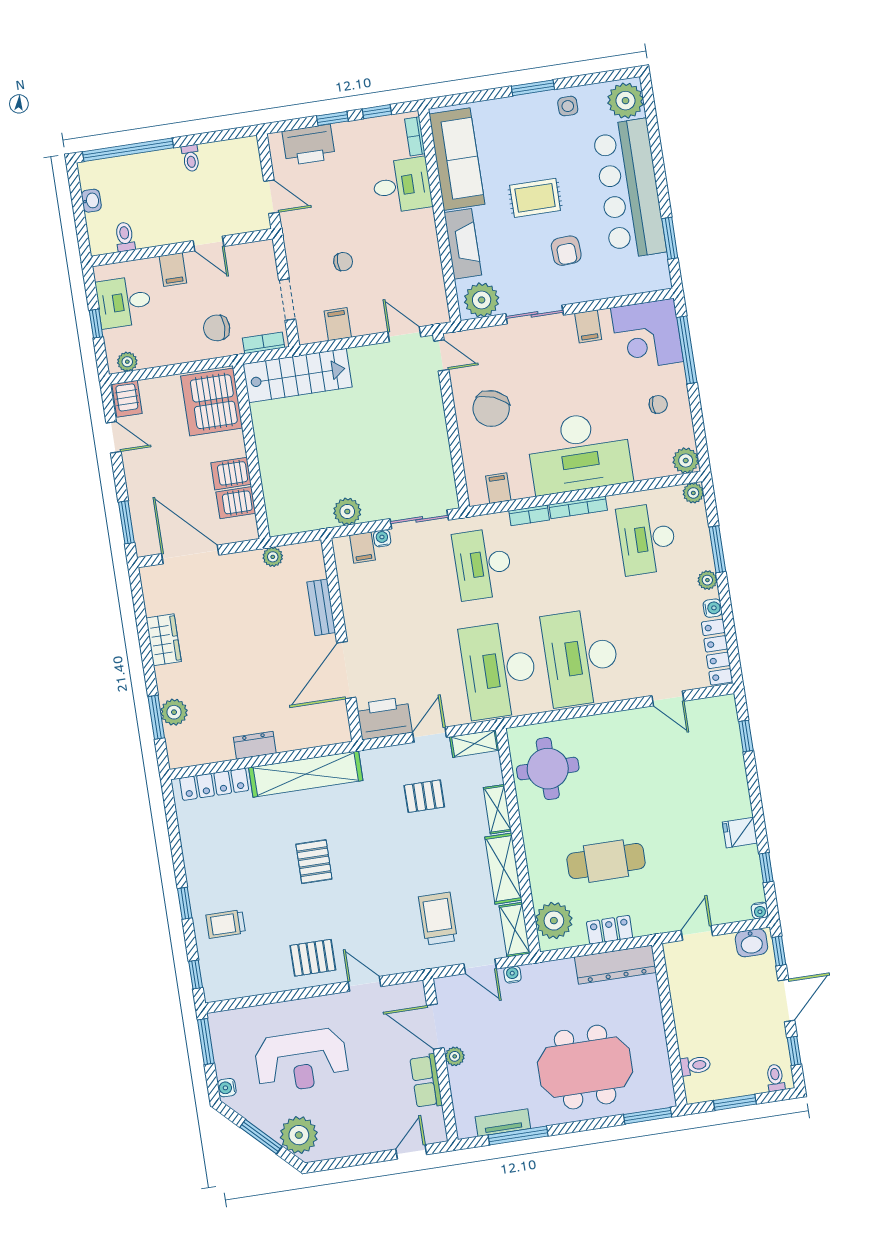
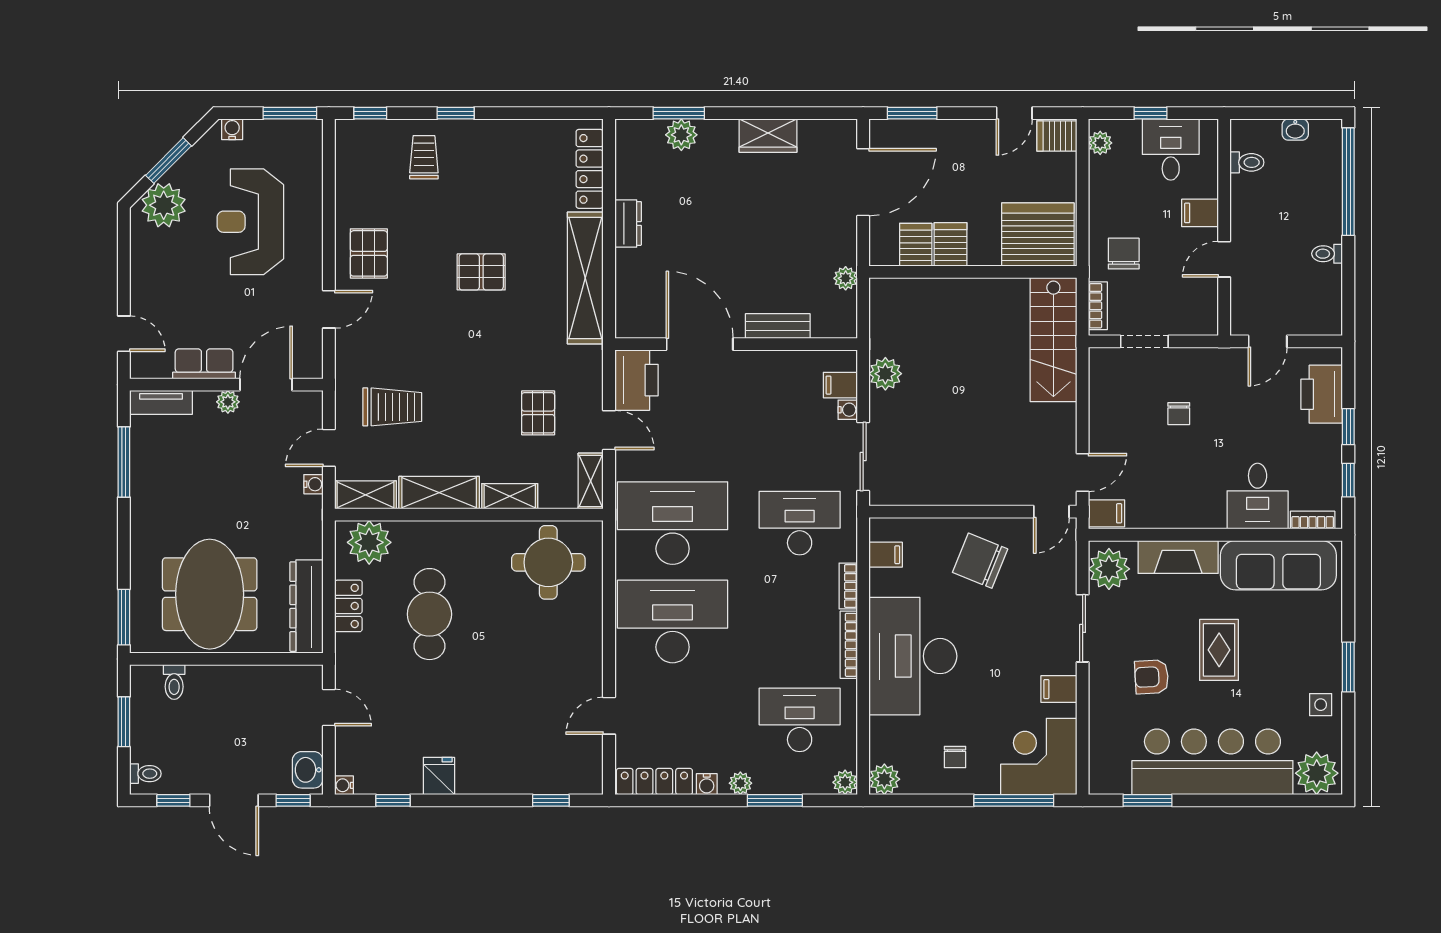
filing cabinet: (338, 324) -> (1106, 513), moved
meeting table: (585, 1067) -> (210, 594), moved
tv unit: (503, 1123) -> (161, 402), moved, turned 90

